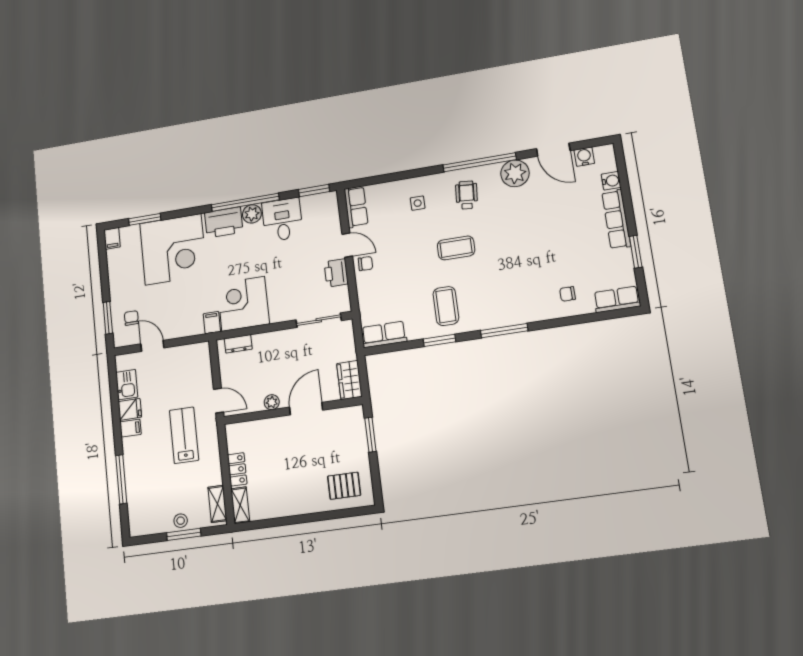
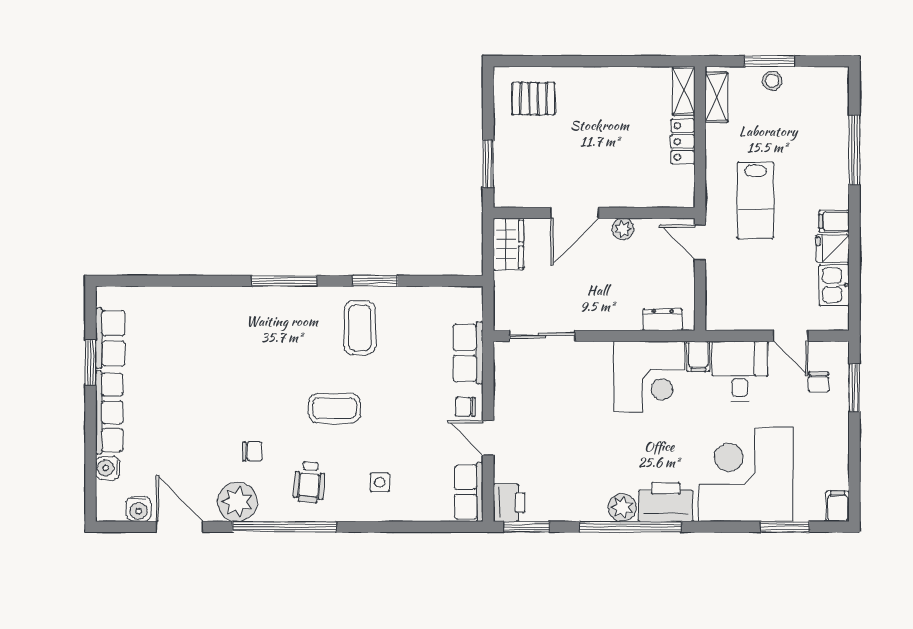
desk: (282, 220) -> (740, 371), moved, turned 180
printer: (336, 273) -> (509, 503), moved
chair: (568, 294) -> (252, 451), moved
row of seats: (617, 299) -> (110, 338), moved, turned -90
row of seats: (384, 334) -> (468, 353), moved, turned 90

